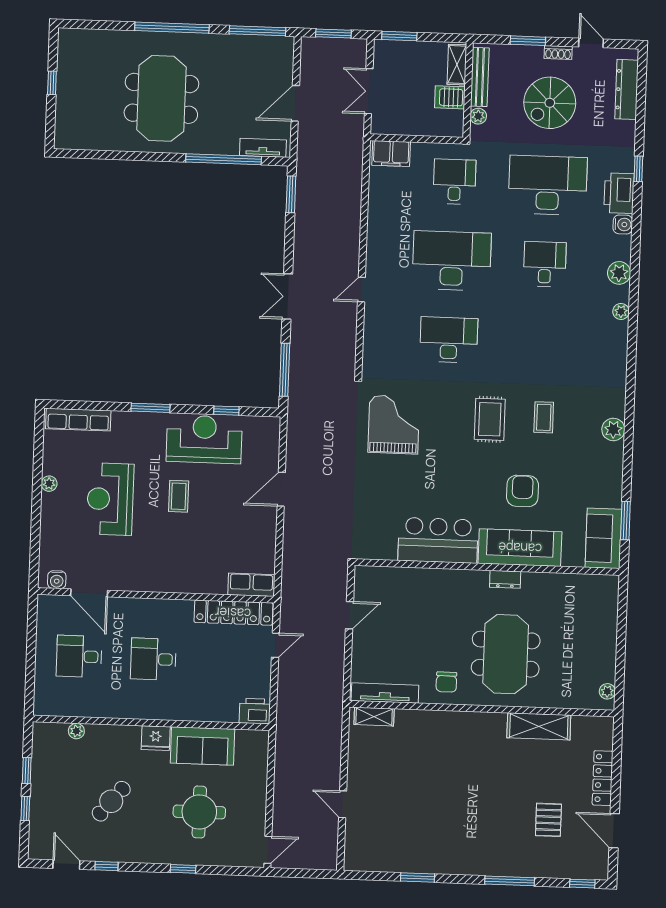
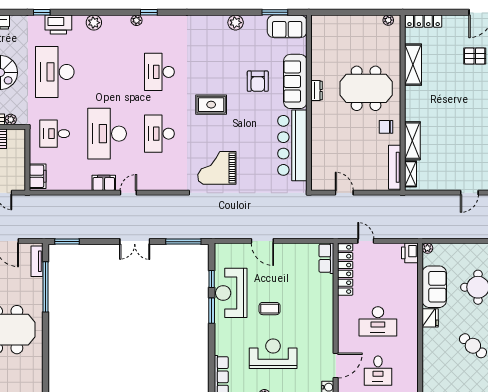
water cooler: (623, 224) -> (79, 21), removed
filing cabinet: (377, 253) -> (104, 183), added
desk: (545, 264) -> (159, 72), moved, width x1.37
plant: (619, 273) -> (94, 23), moved
door: (361, 290) -> (128, 193), swing flipped
window: (632, 330) -> (149, 12), added
window: (150, 408) -> (212, 311), moved
coffee table: (544, 417) -> (208, 69), removed
plant: (613, 429) -> (236, 23), moved
armchair: (522, 491) -> (258, 81), turned -90
reception desk: (110, 499) -> (273, 354), turned 180
bar counter: (438, 540) -> (292, 145), width x1.36
desk: (153, 659) -> (378, 321), width x1.37
chair: (446, 682) -> (386, 127), turned 180
shelving: (424, 721) -> (412, 141), added
plant: (76, 731) -> (427, 248), moved
locker: (603, 778) -> (424, 21), moved

